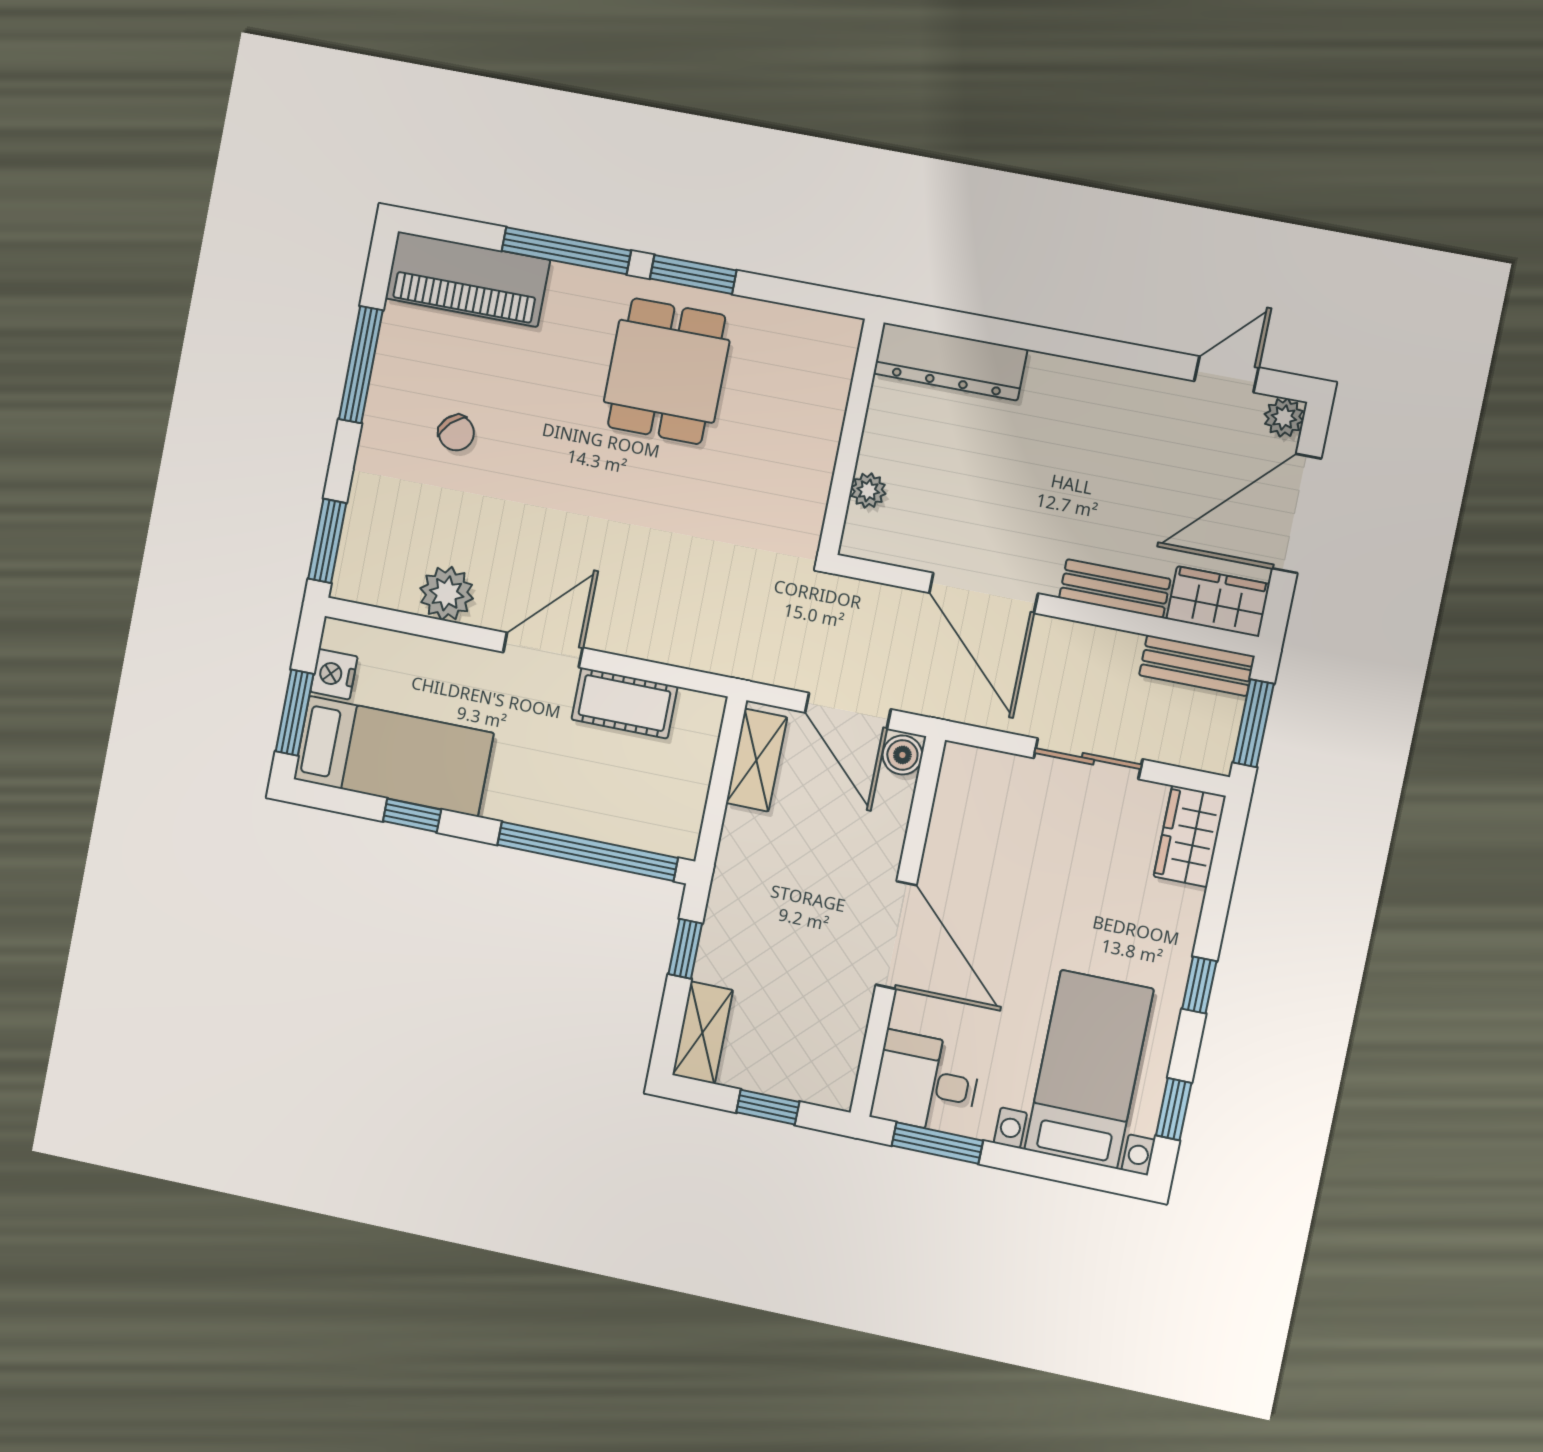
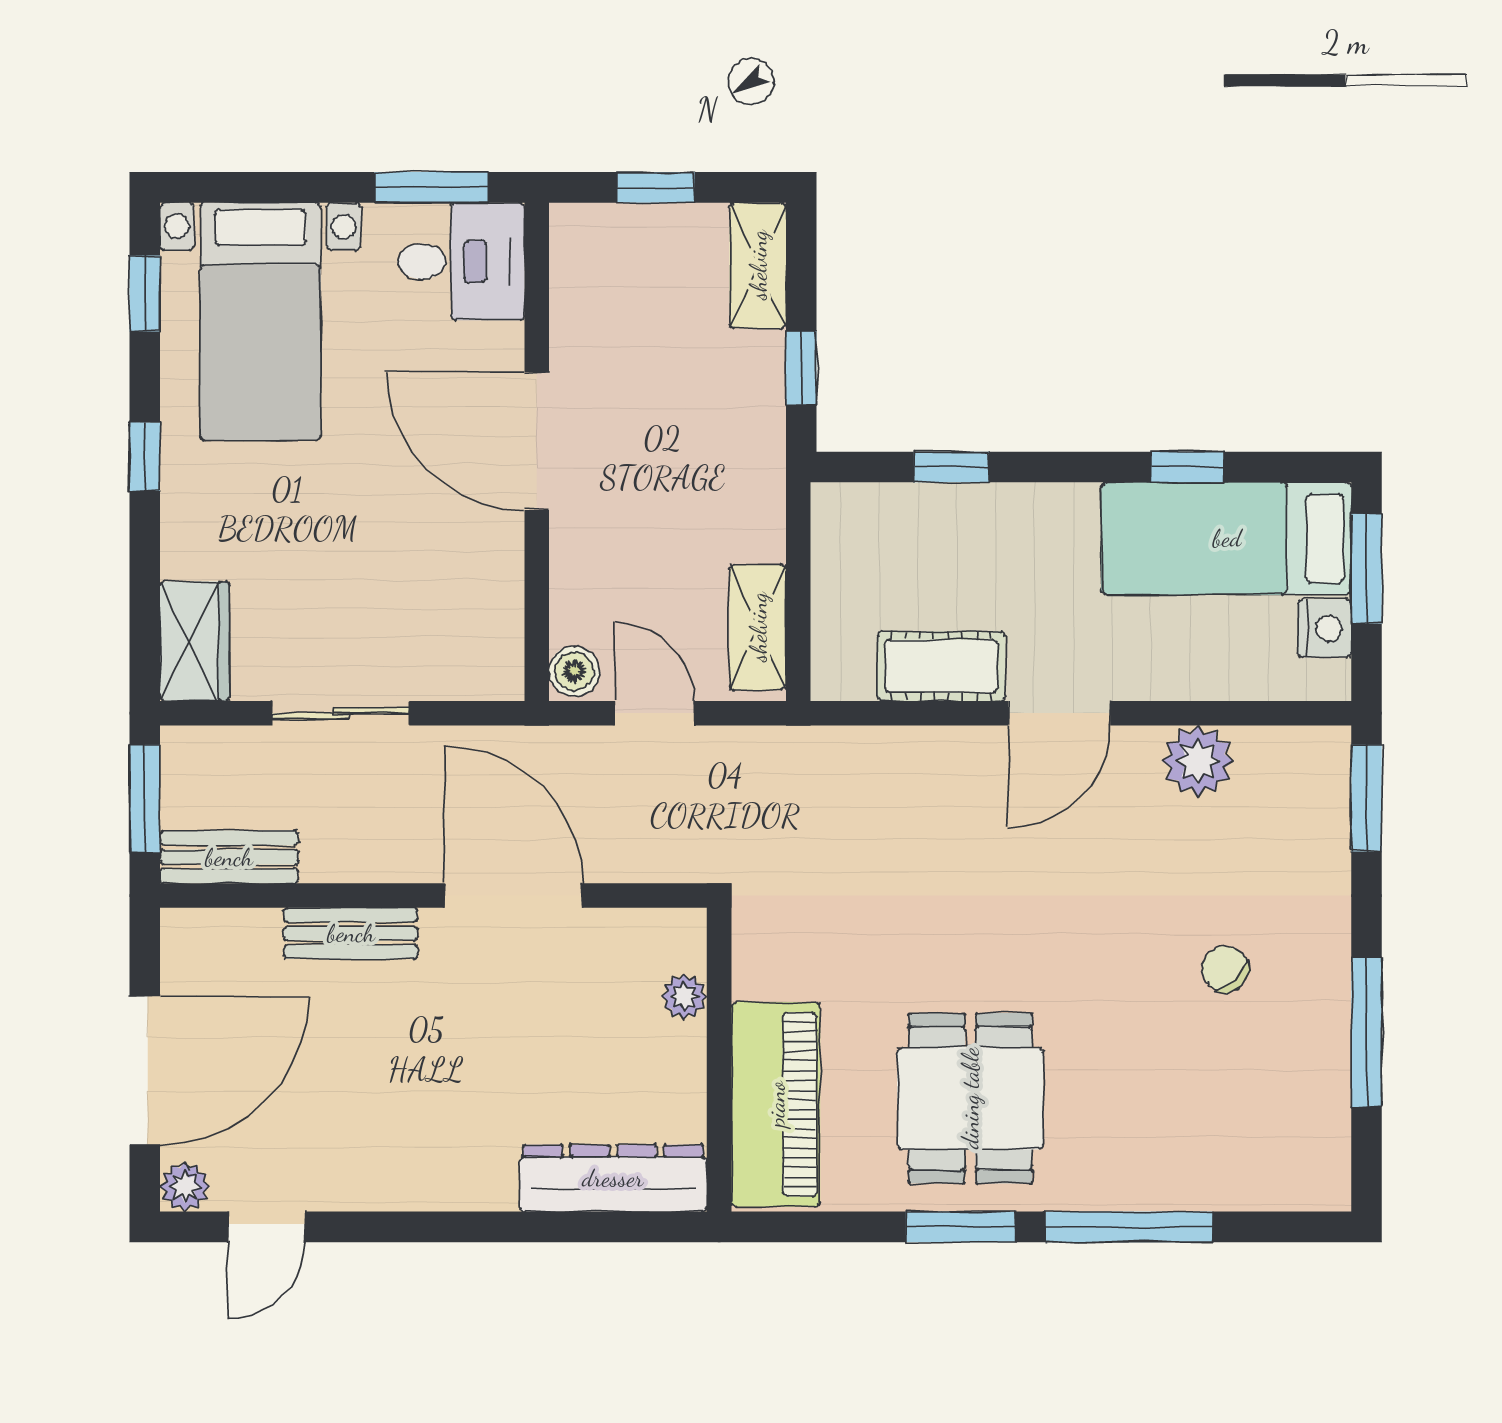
piano: (468, 279) -> (776, 1104), moved, turned 90
wardrobe: (1218, 601) -> (219, 942), removed
door: (848, 711) -> (655, 713), width x0.73
window: (587, 851) -> (951, 467), width x0.32

